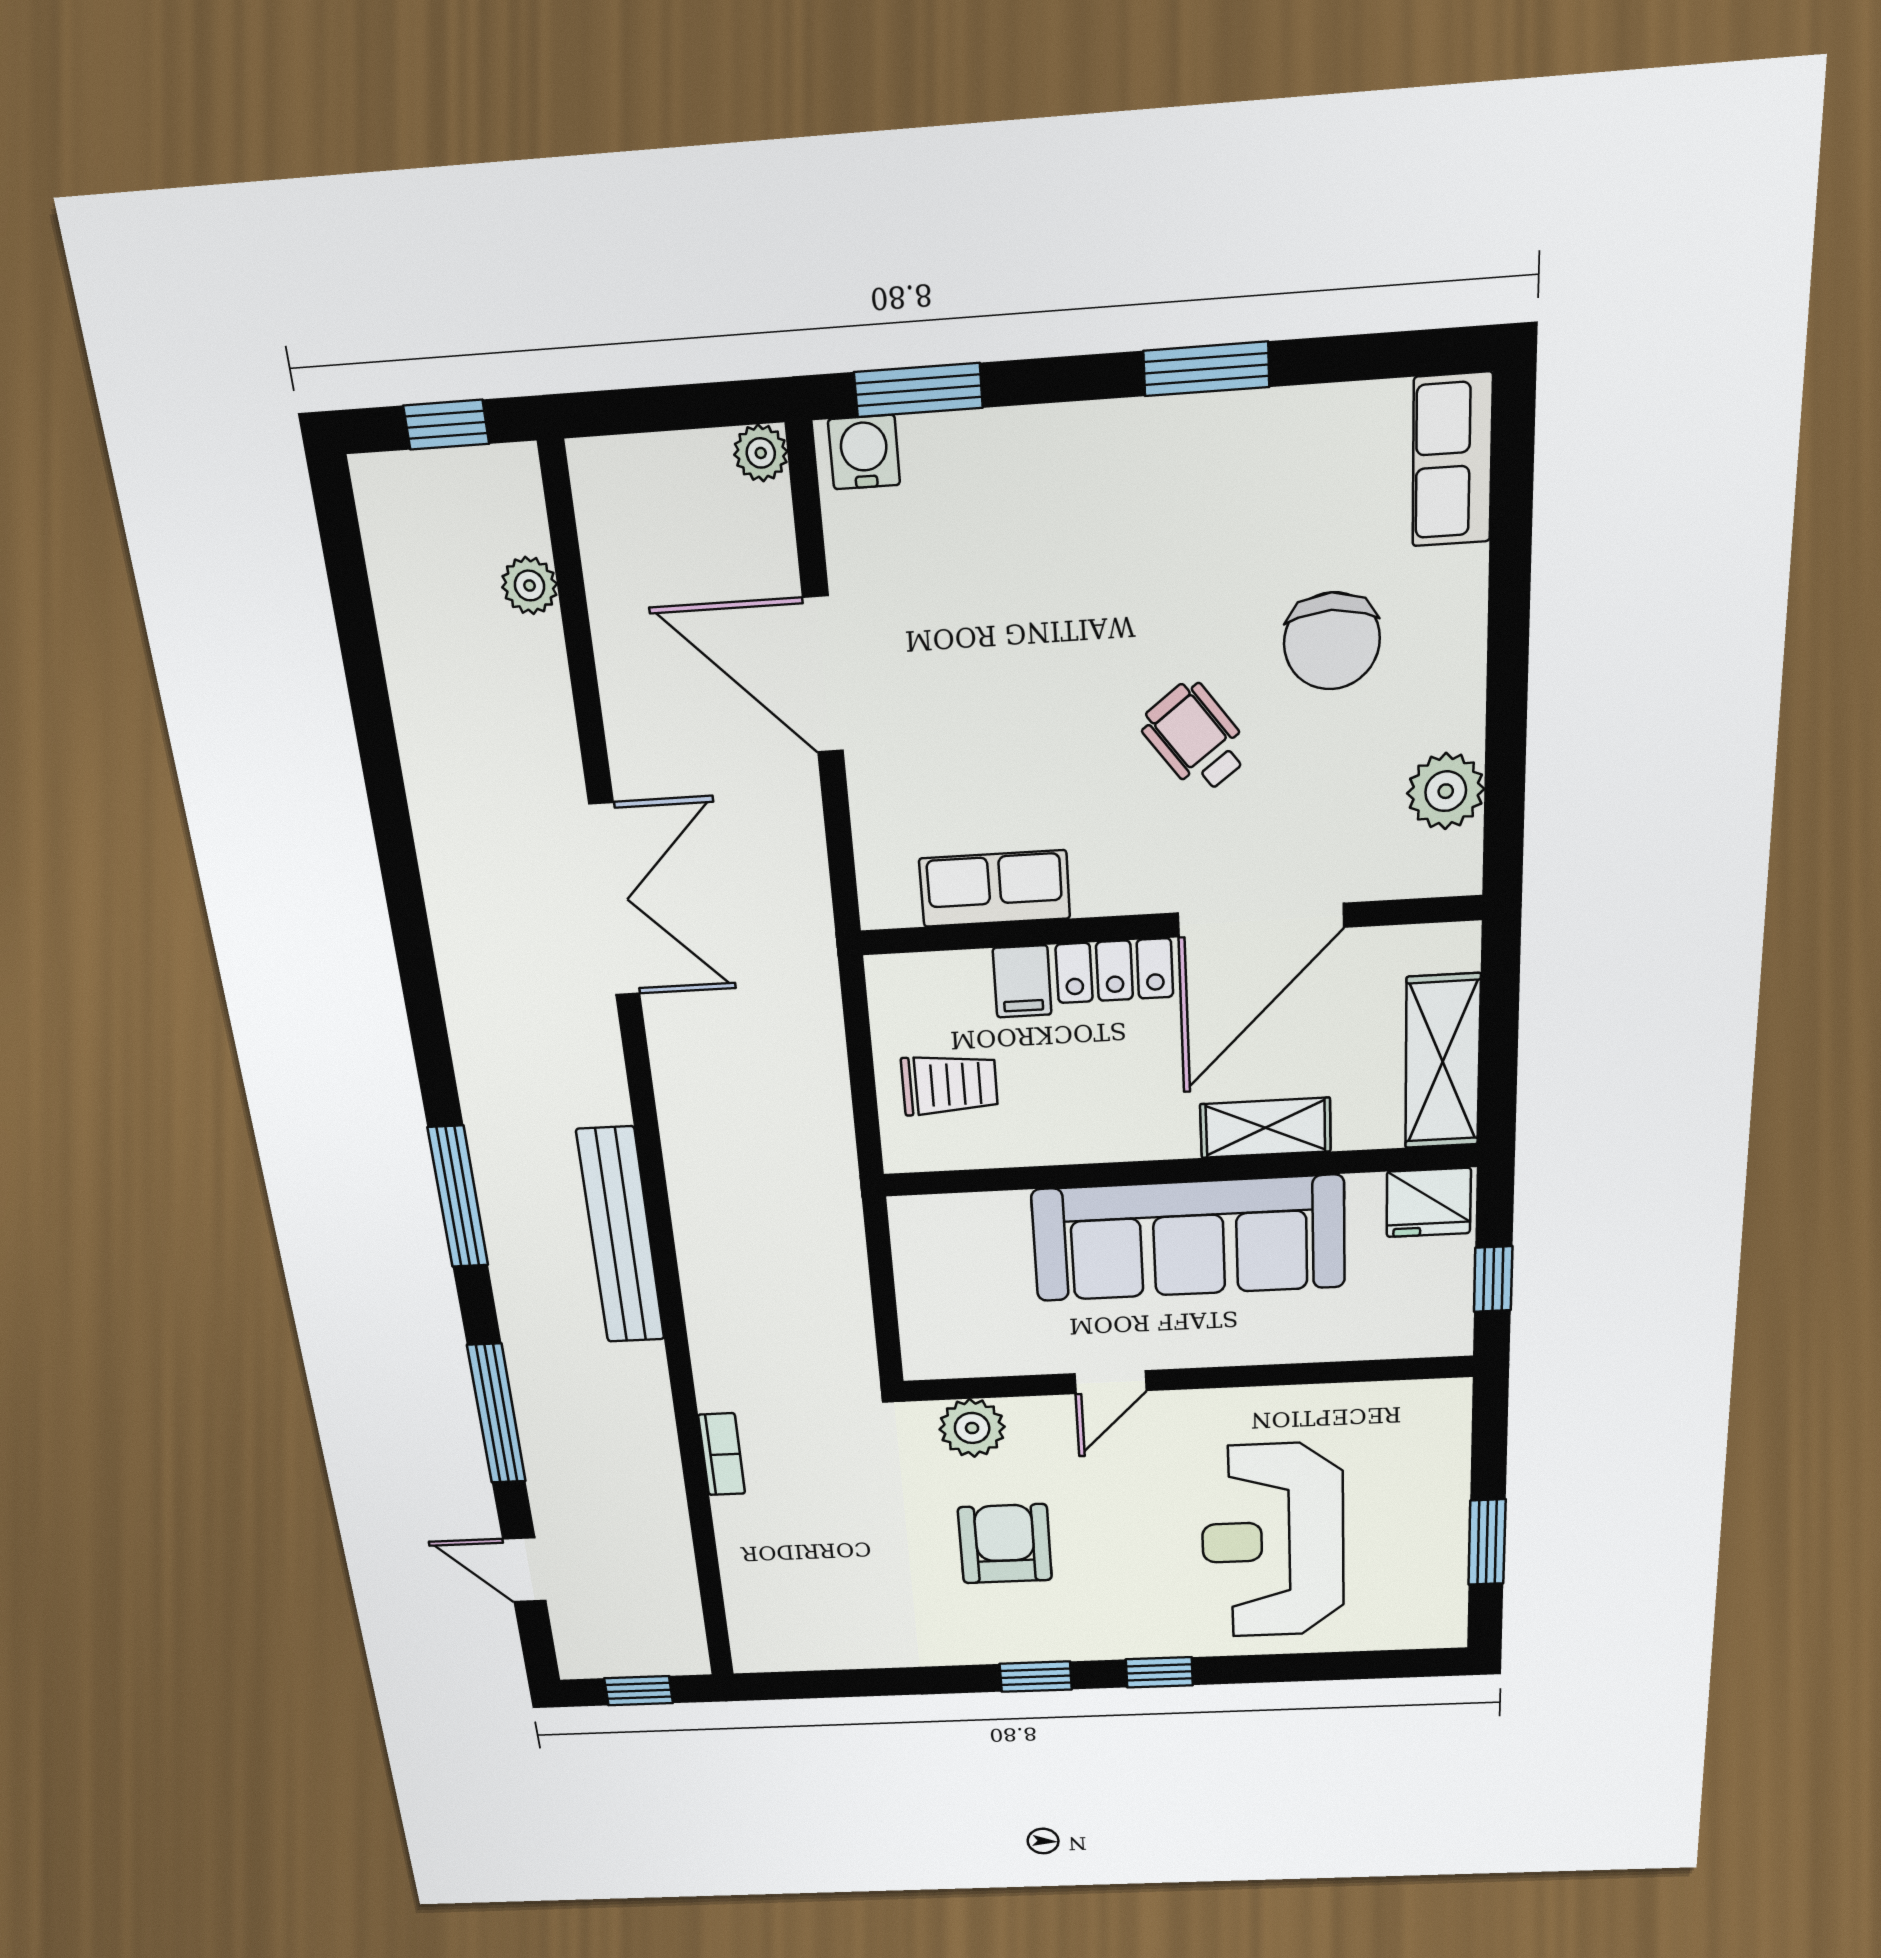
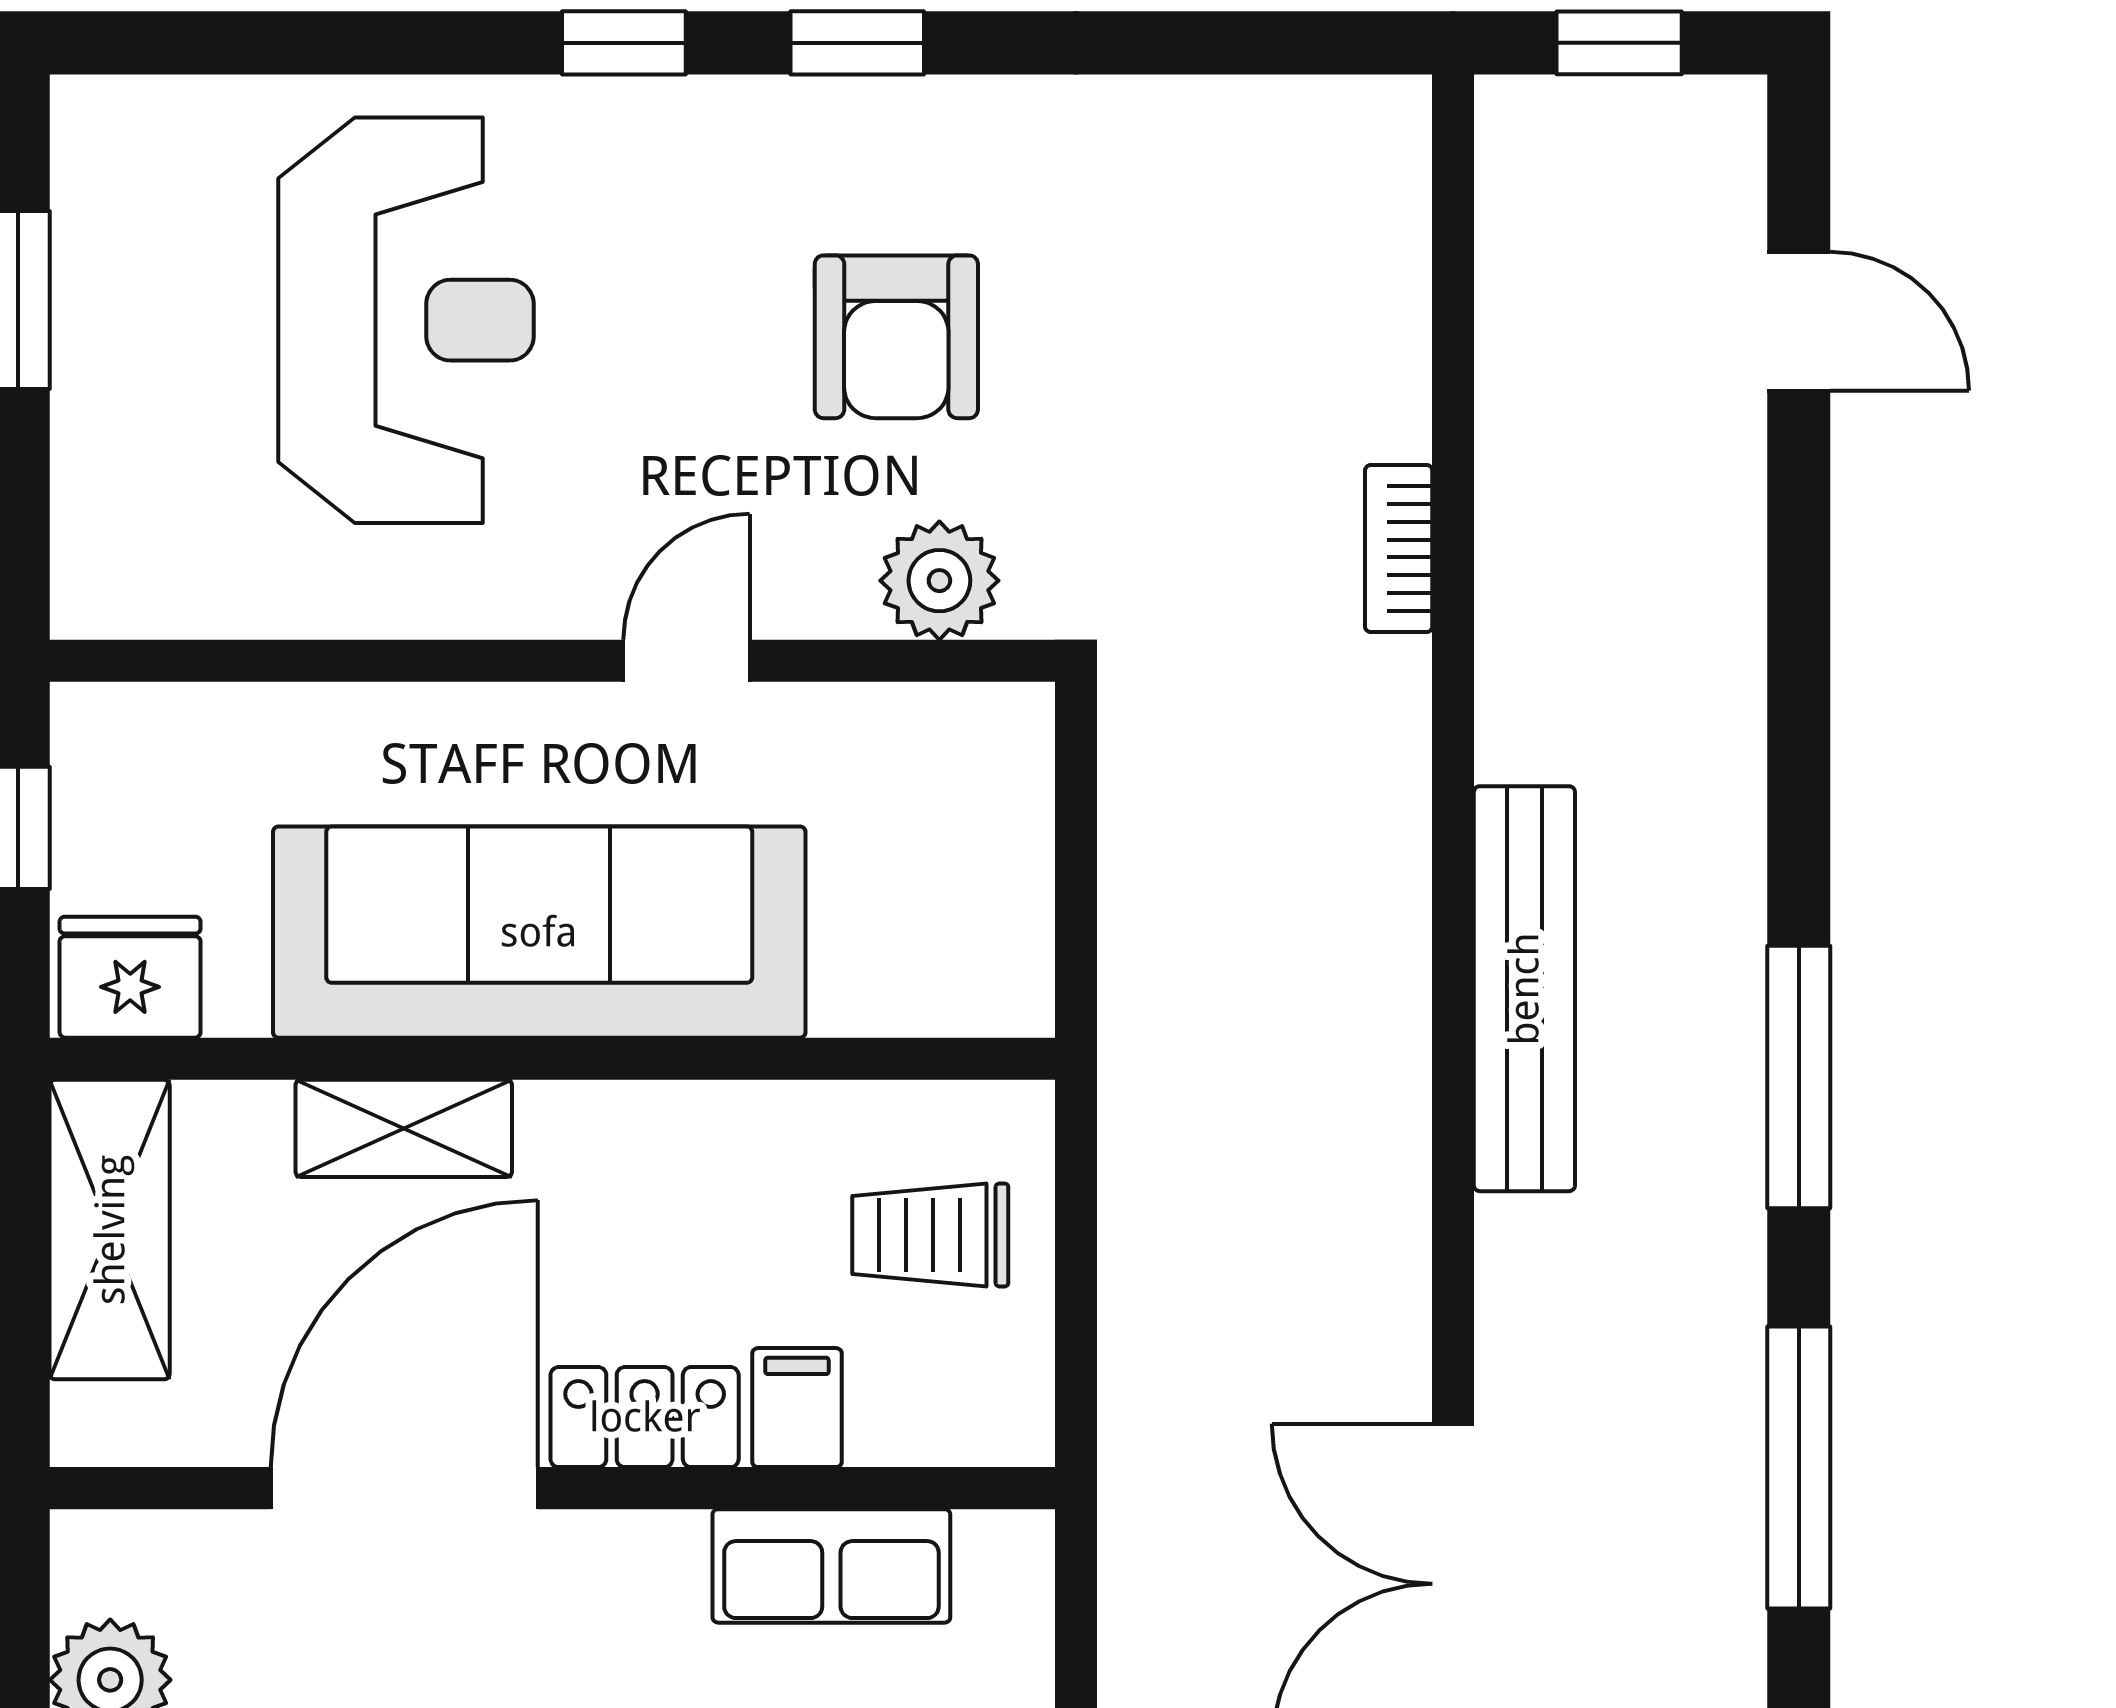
window: (497, 1414) -> (1799, 1467), moved

